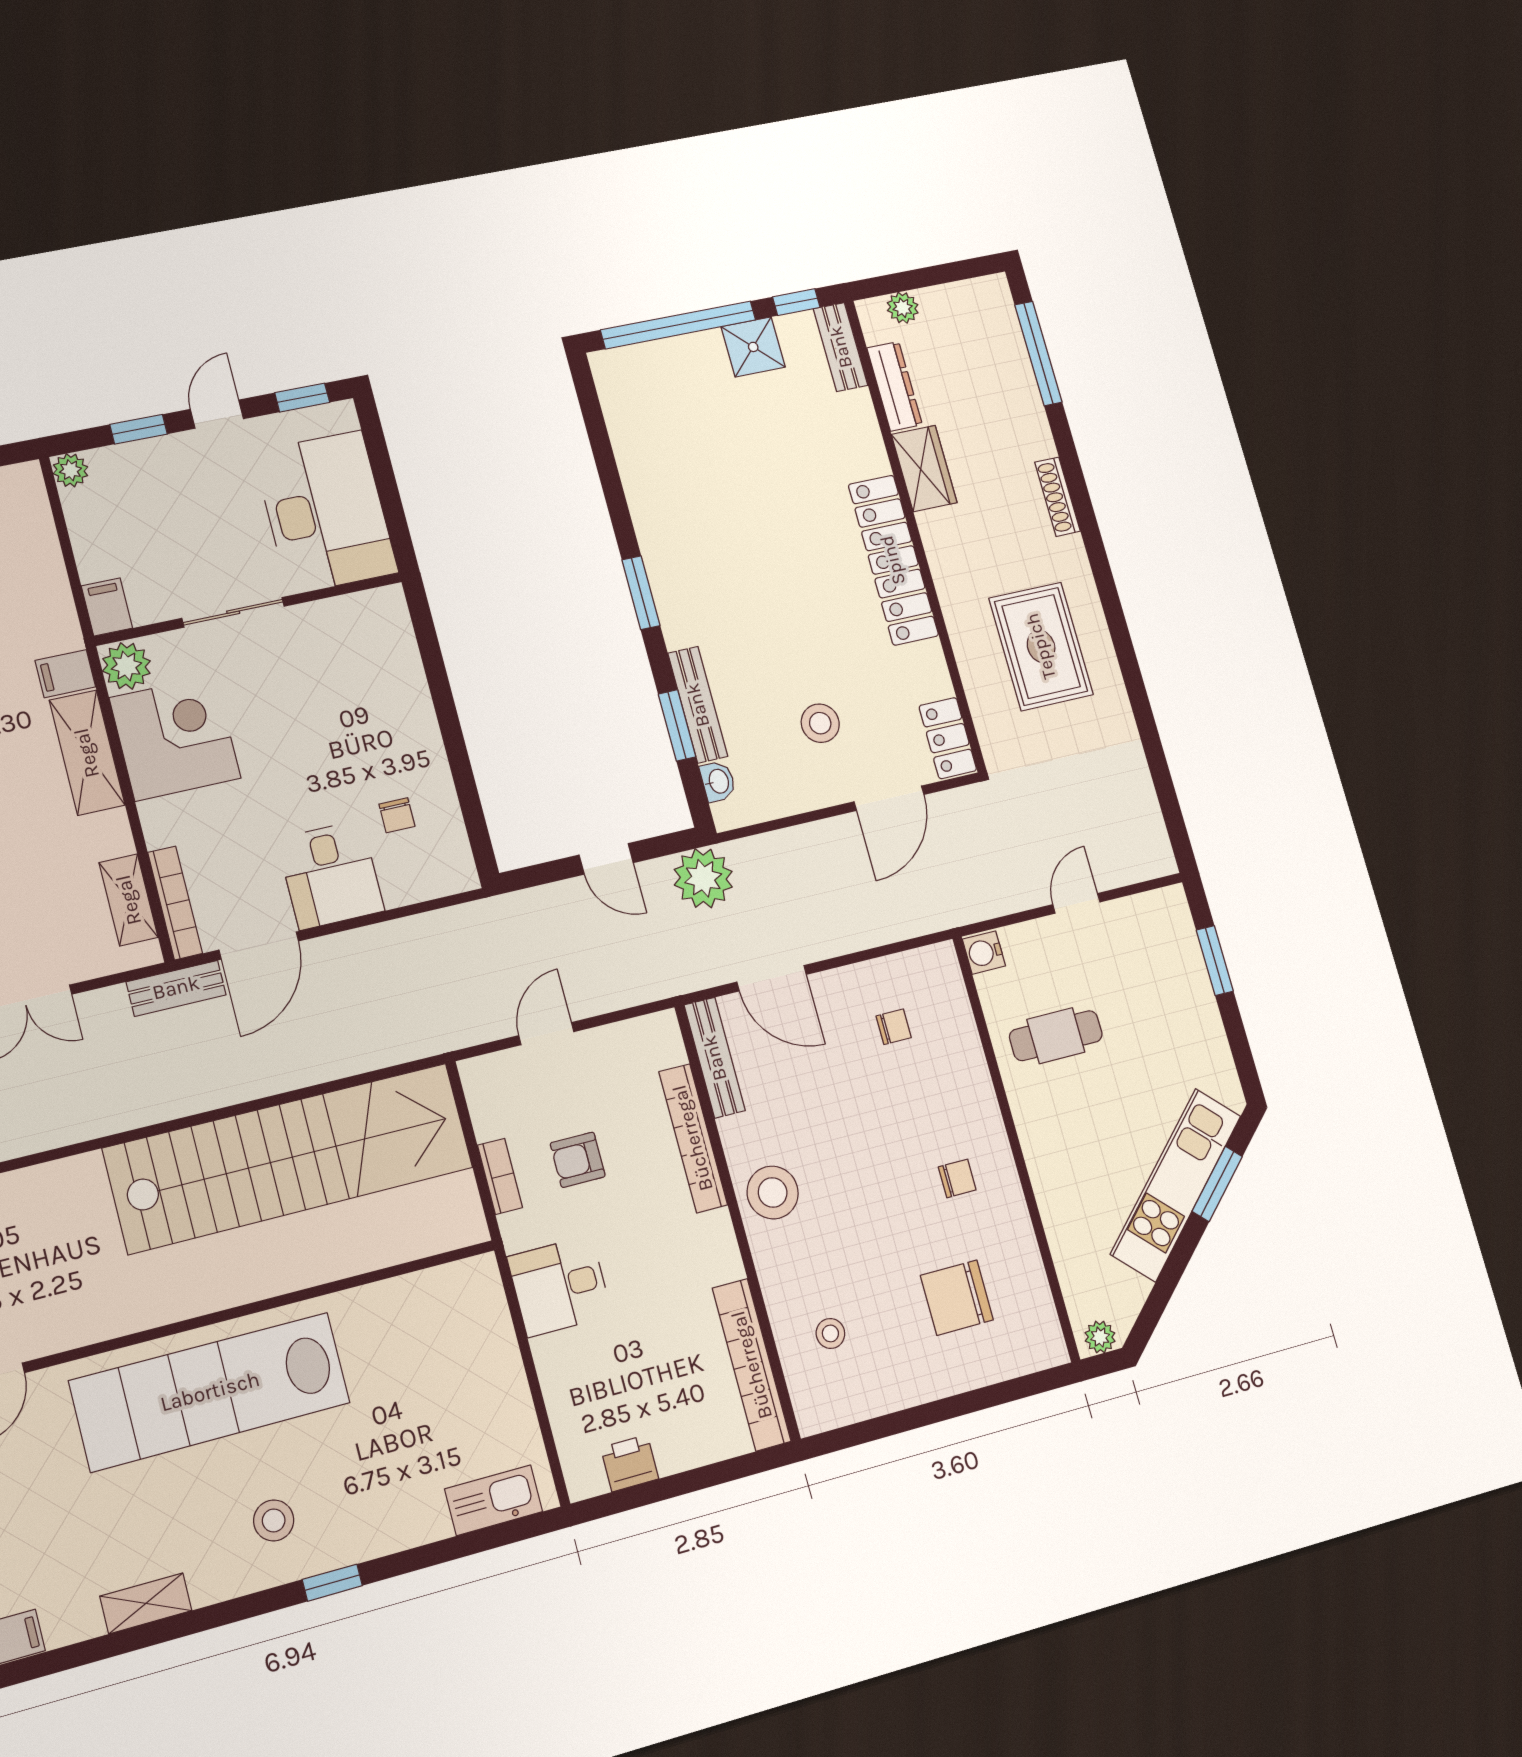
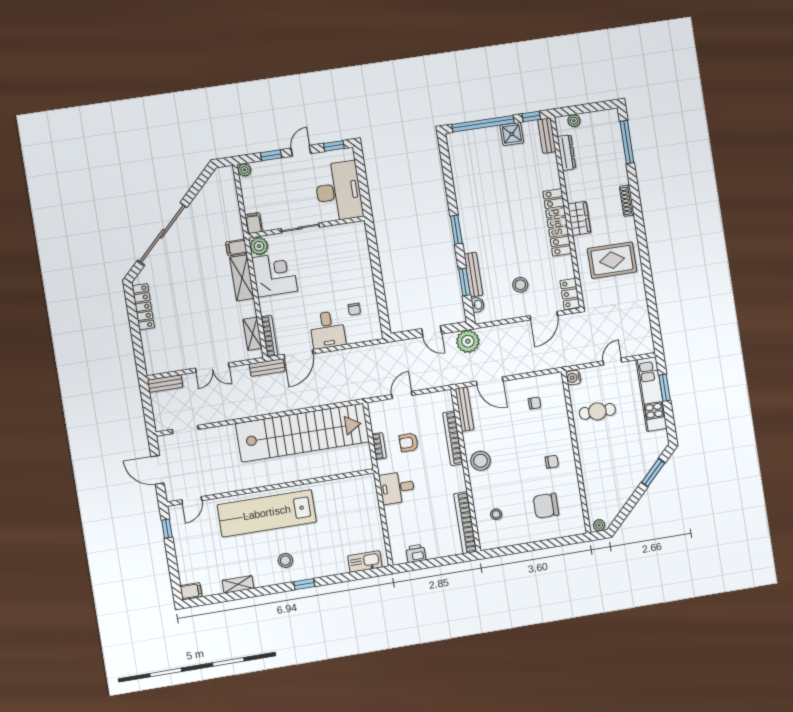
wardrobe: (924, 469) -> (579, 218), moved
rug: (1041, 646) -> (612, 260), turned 90
kitchen unit: (1176, 1185) -> (651, 394), moved, turned -45

